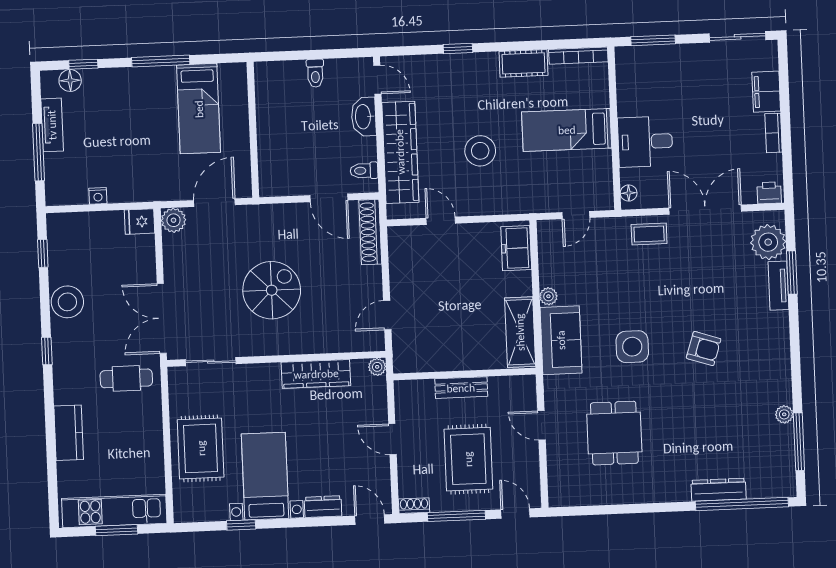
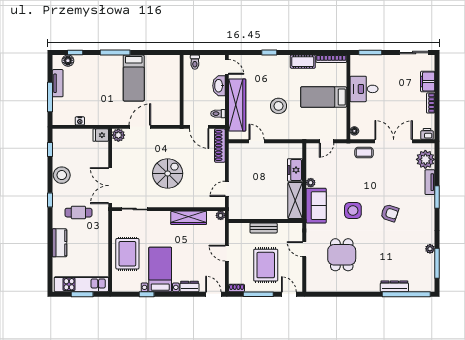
wall: (253, 130) -> (182, 90), moved
desk: (645, 142) -> (364, 89), moved
freezer: (516, 248) -> (295, 170), moved
window: (792, 272) -> (437, 197), moved
cafe table: (126, 378) -> (78, 213), moved

